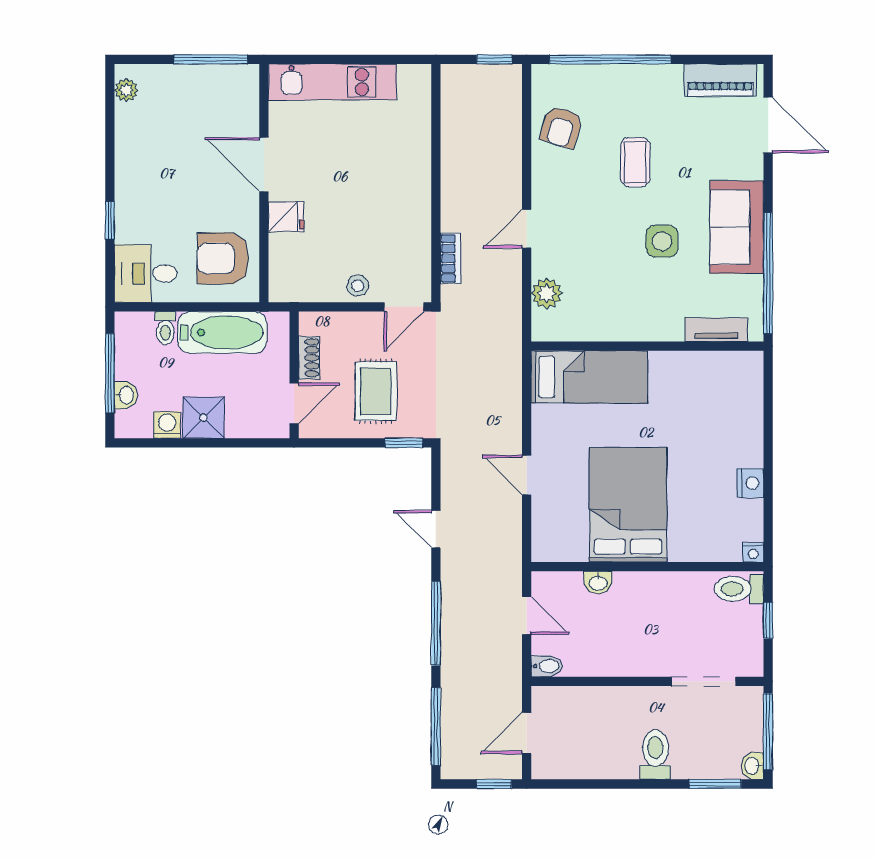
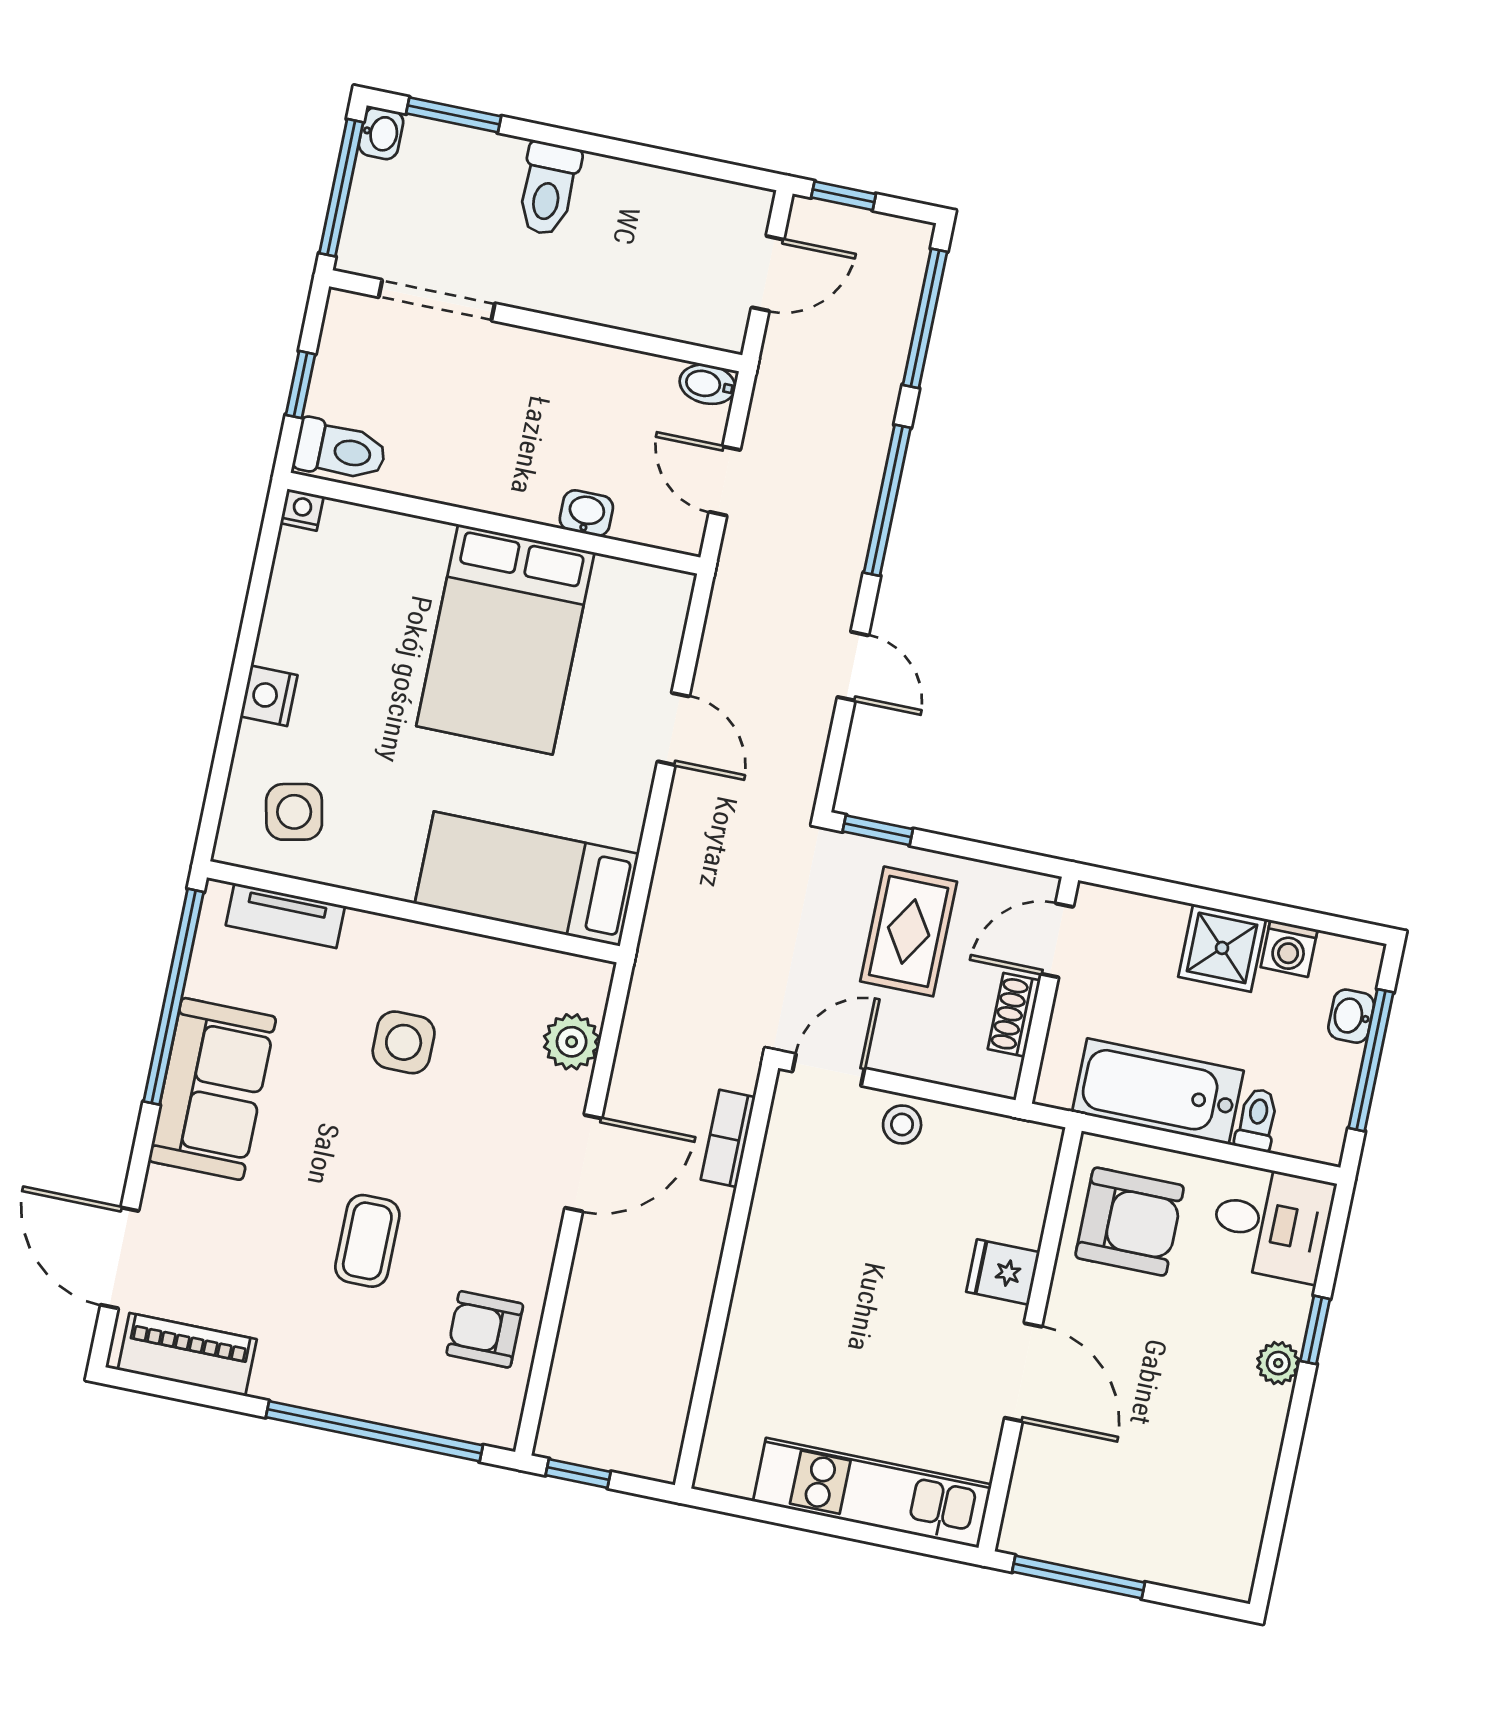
plant: (126, 90) -> (1278, 1363), moved
armchair: (561, 127) -> (485, 1329), turned -107
door: (527, 229) -> (583, 1163), width x1.38
side table: (662, 241) -> (404, 1042), moved
side table: (723, 387) -> (294, 812), added
nightstand: (750, 483) -> (269, 696), moved

